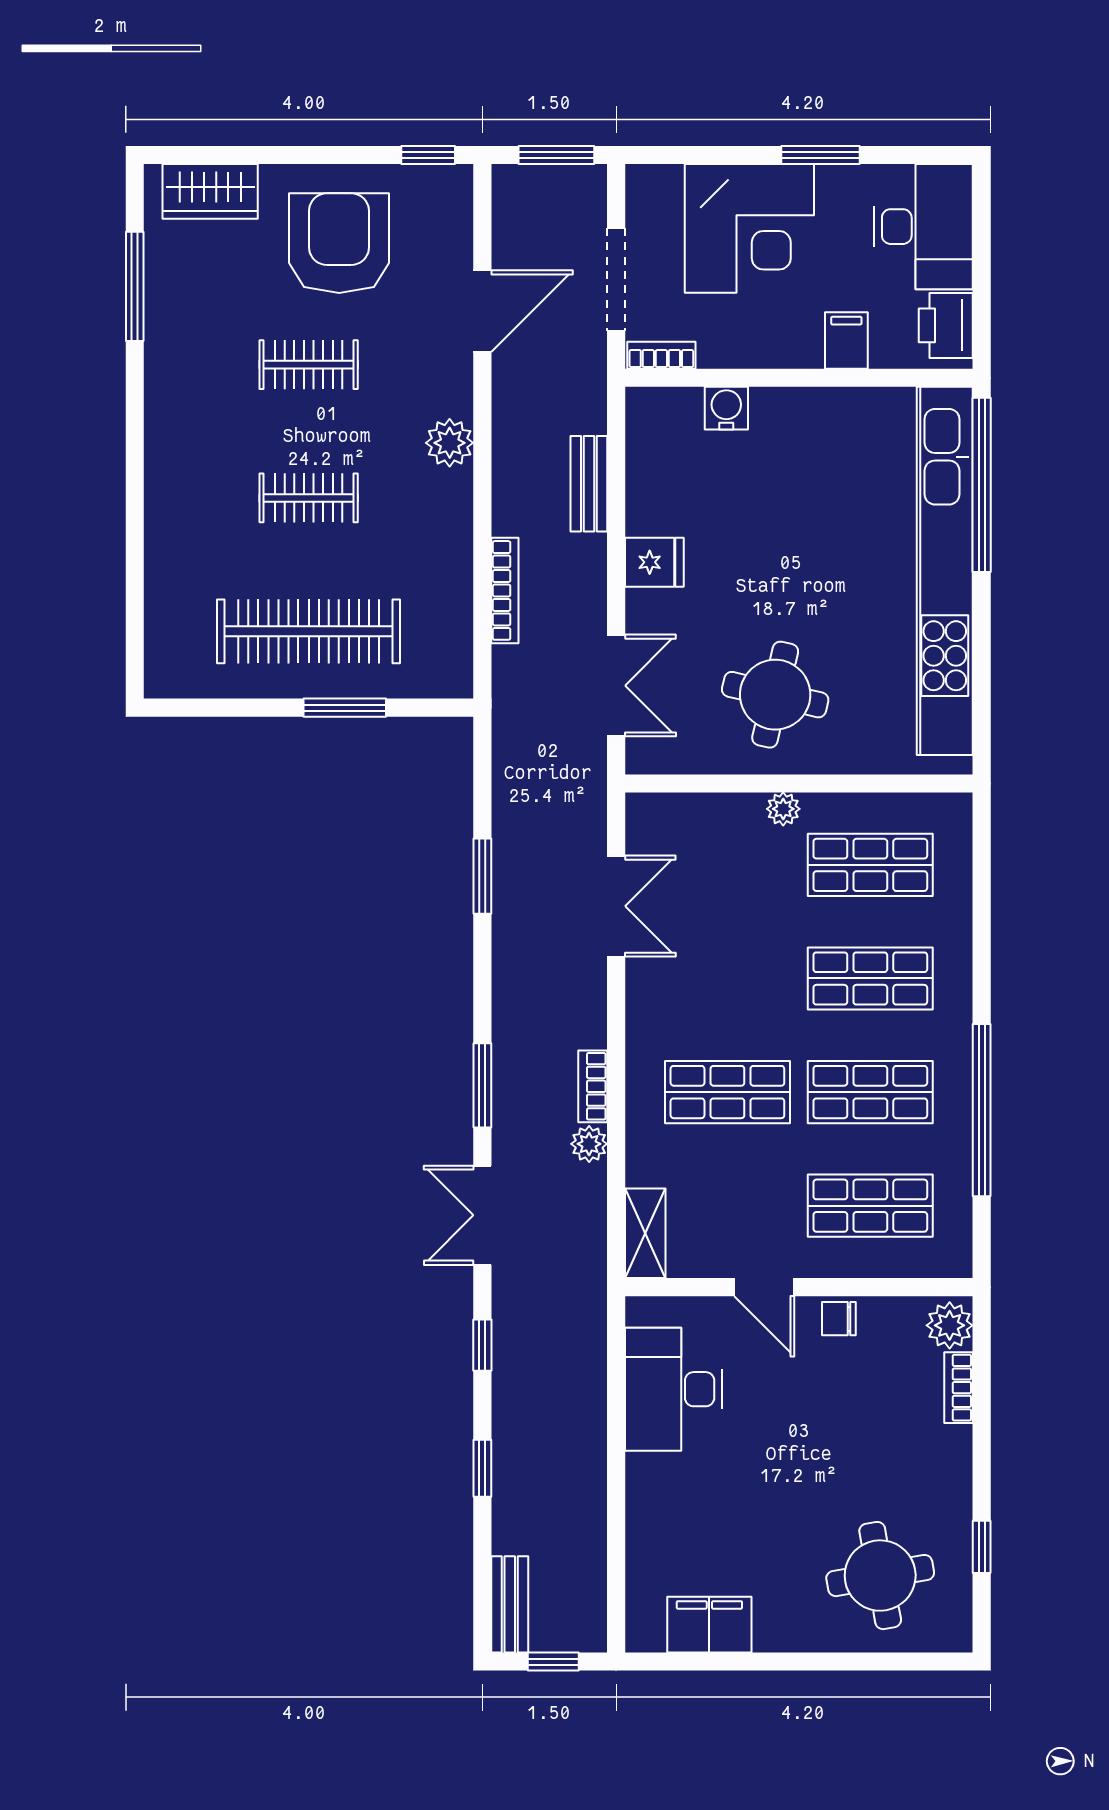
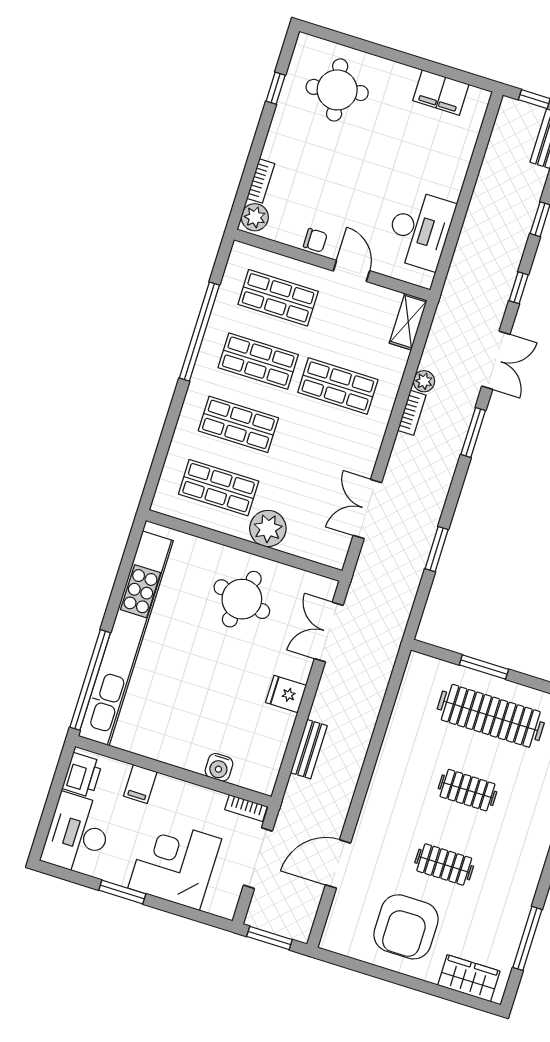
window: (428, 155) -> (341, 960), removed
plant: (450, 443) -> (379, 796), removed
bookcase: (505, 590) -> (374, 704), removed
plant: (783, 809) -> (268, 528), width x1.88, depth x1.88

